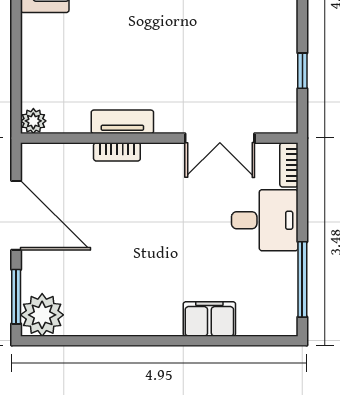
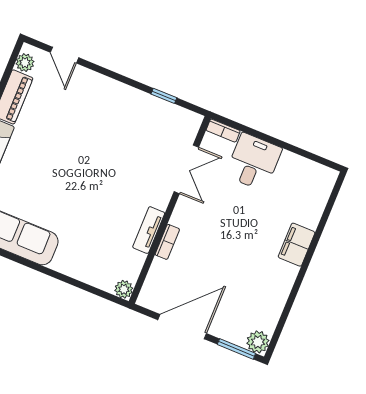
window: (302, 279) -> (303, 153), removed
plant: (42, 315) -> (258, 342), width x0.73, depth x0.73
filing cabinet: (209, 319) -> (297, 245), moved

